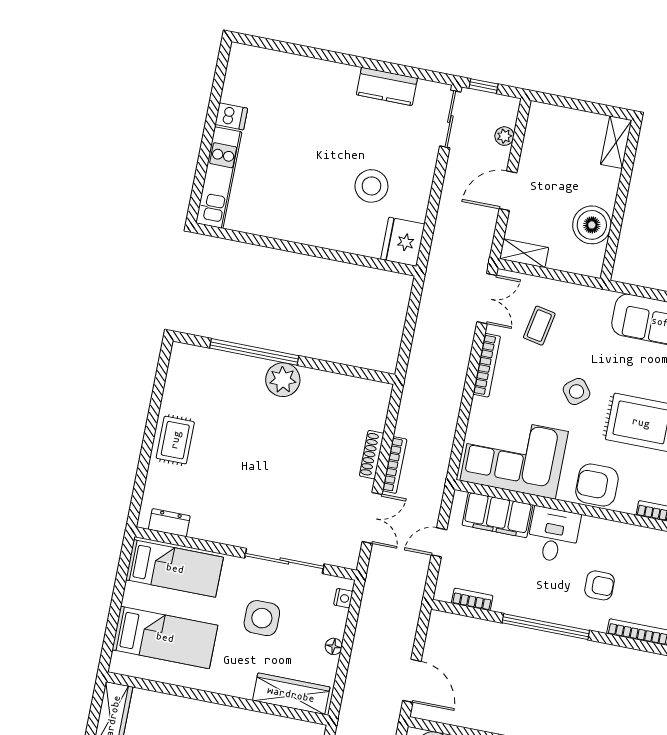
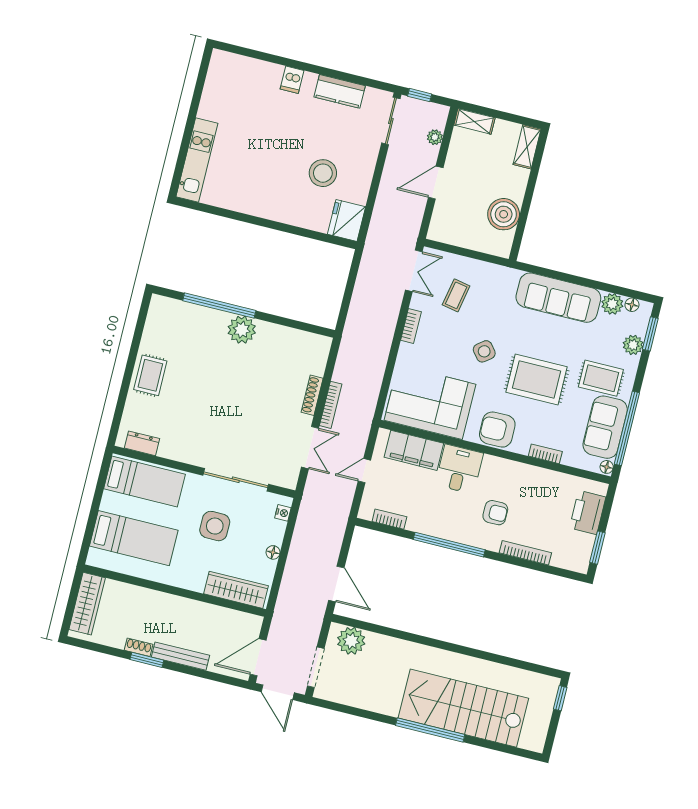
dishwasher: (231, 116) -> (292, 80), moved, turned 90
shelving: (524, 253) -> (474, 121), moved
bookcase: (487, 365) -> (411, 326), width x0.64

